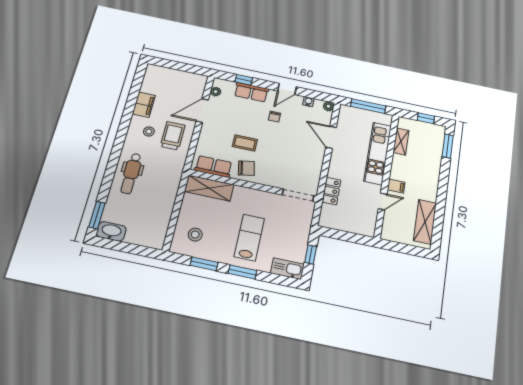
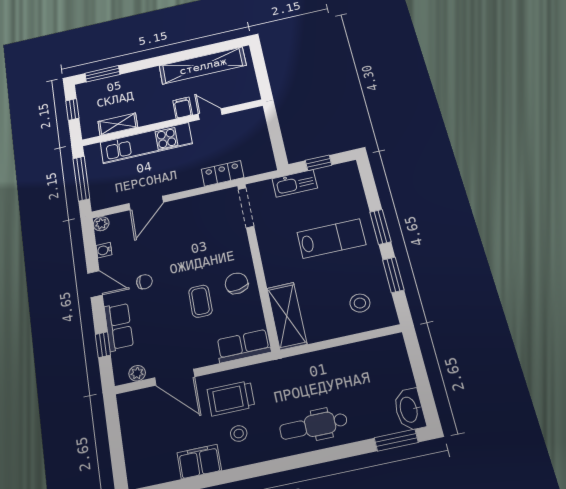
row of seats: (213, 166) -> (243, 346), moved, turned 90
dental chair: (131, 173) -> (313, 426), turned 180
shelving: (425, 222) -> (203, 66), width x1.47
lab bench: (249, 238) -> (331, 239), turned 180
kitchen sink: (287, 269) -> (295, 183), moved, turned -90

